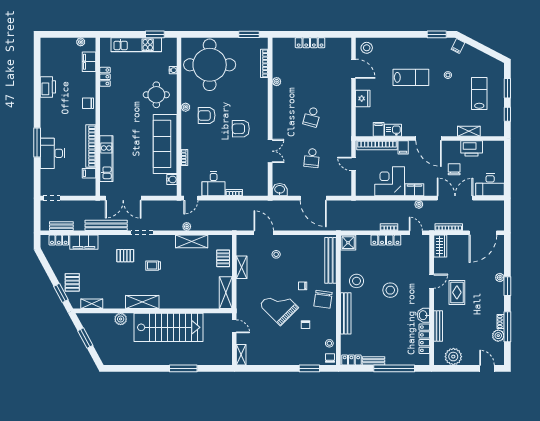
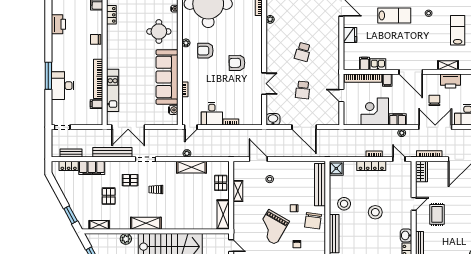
pallet: (72, 282) -> (109, 196), moved
grand piano: (279, 306) -> (272, 227), turned -105

